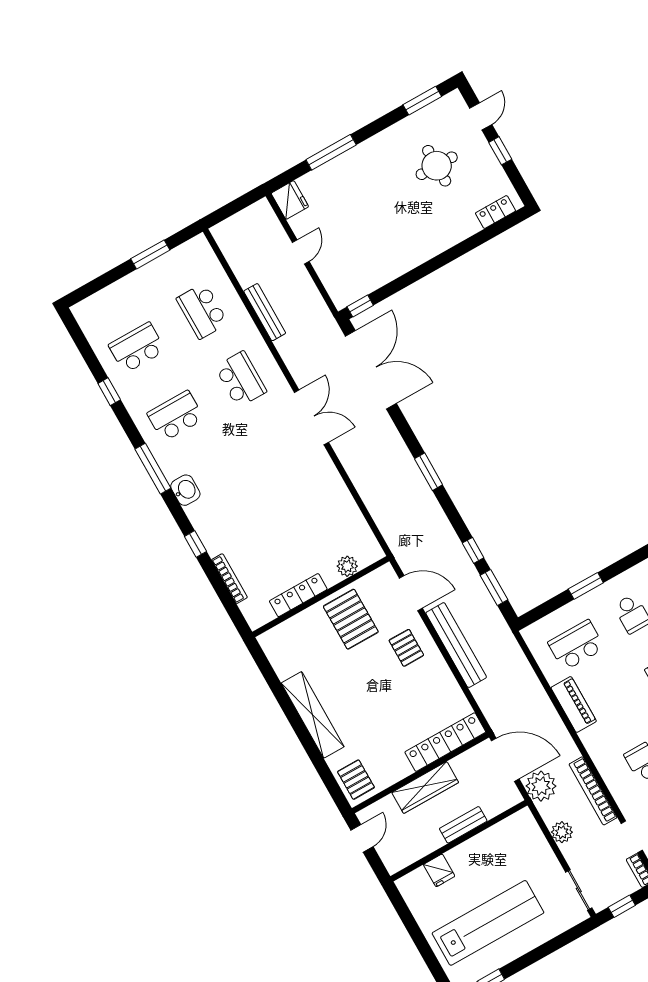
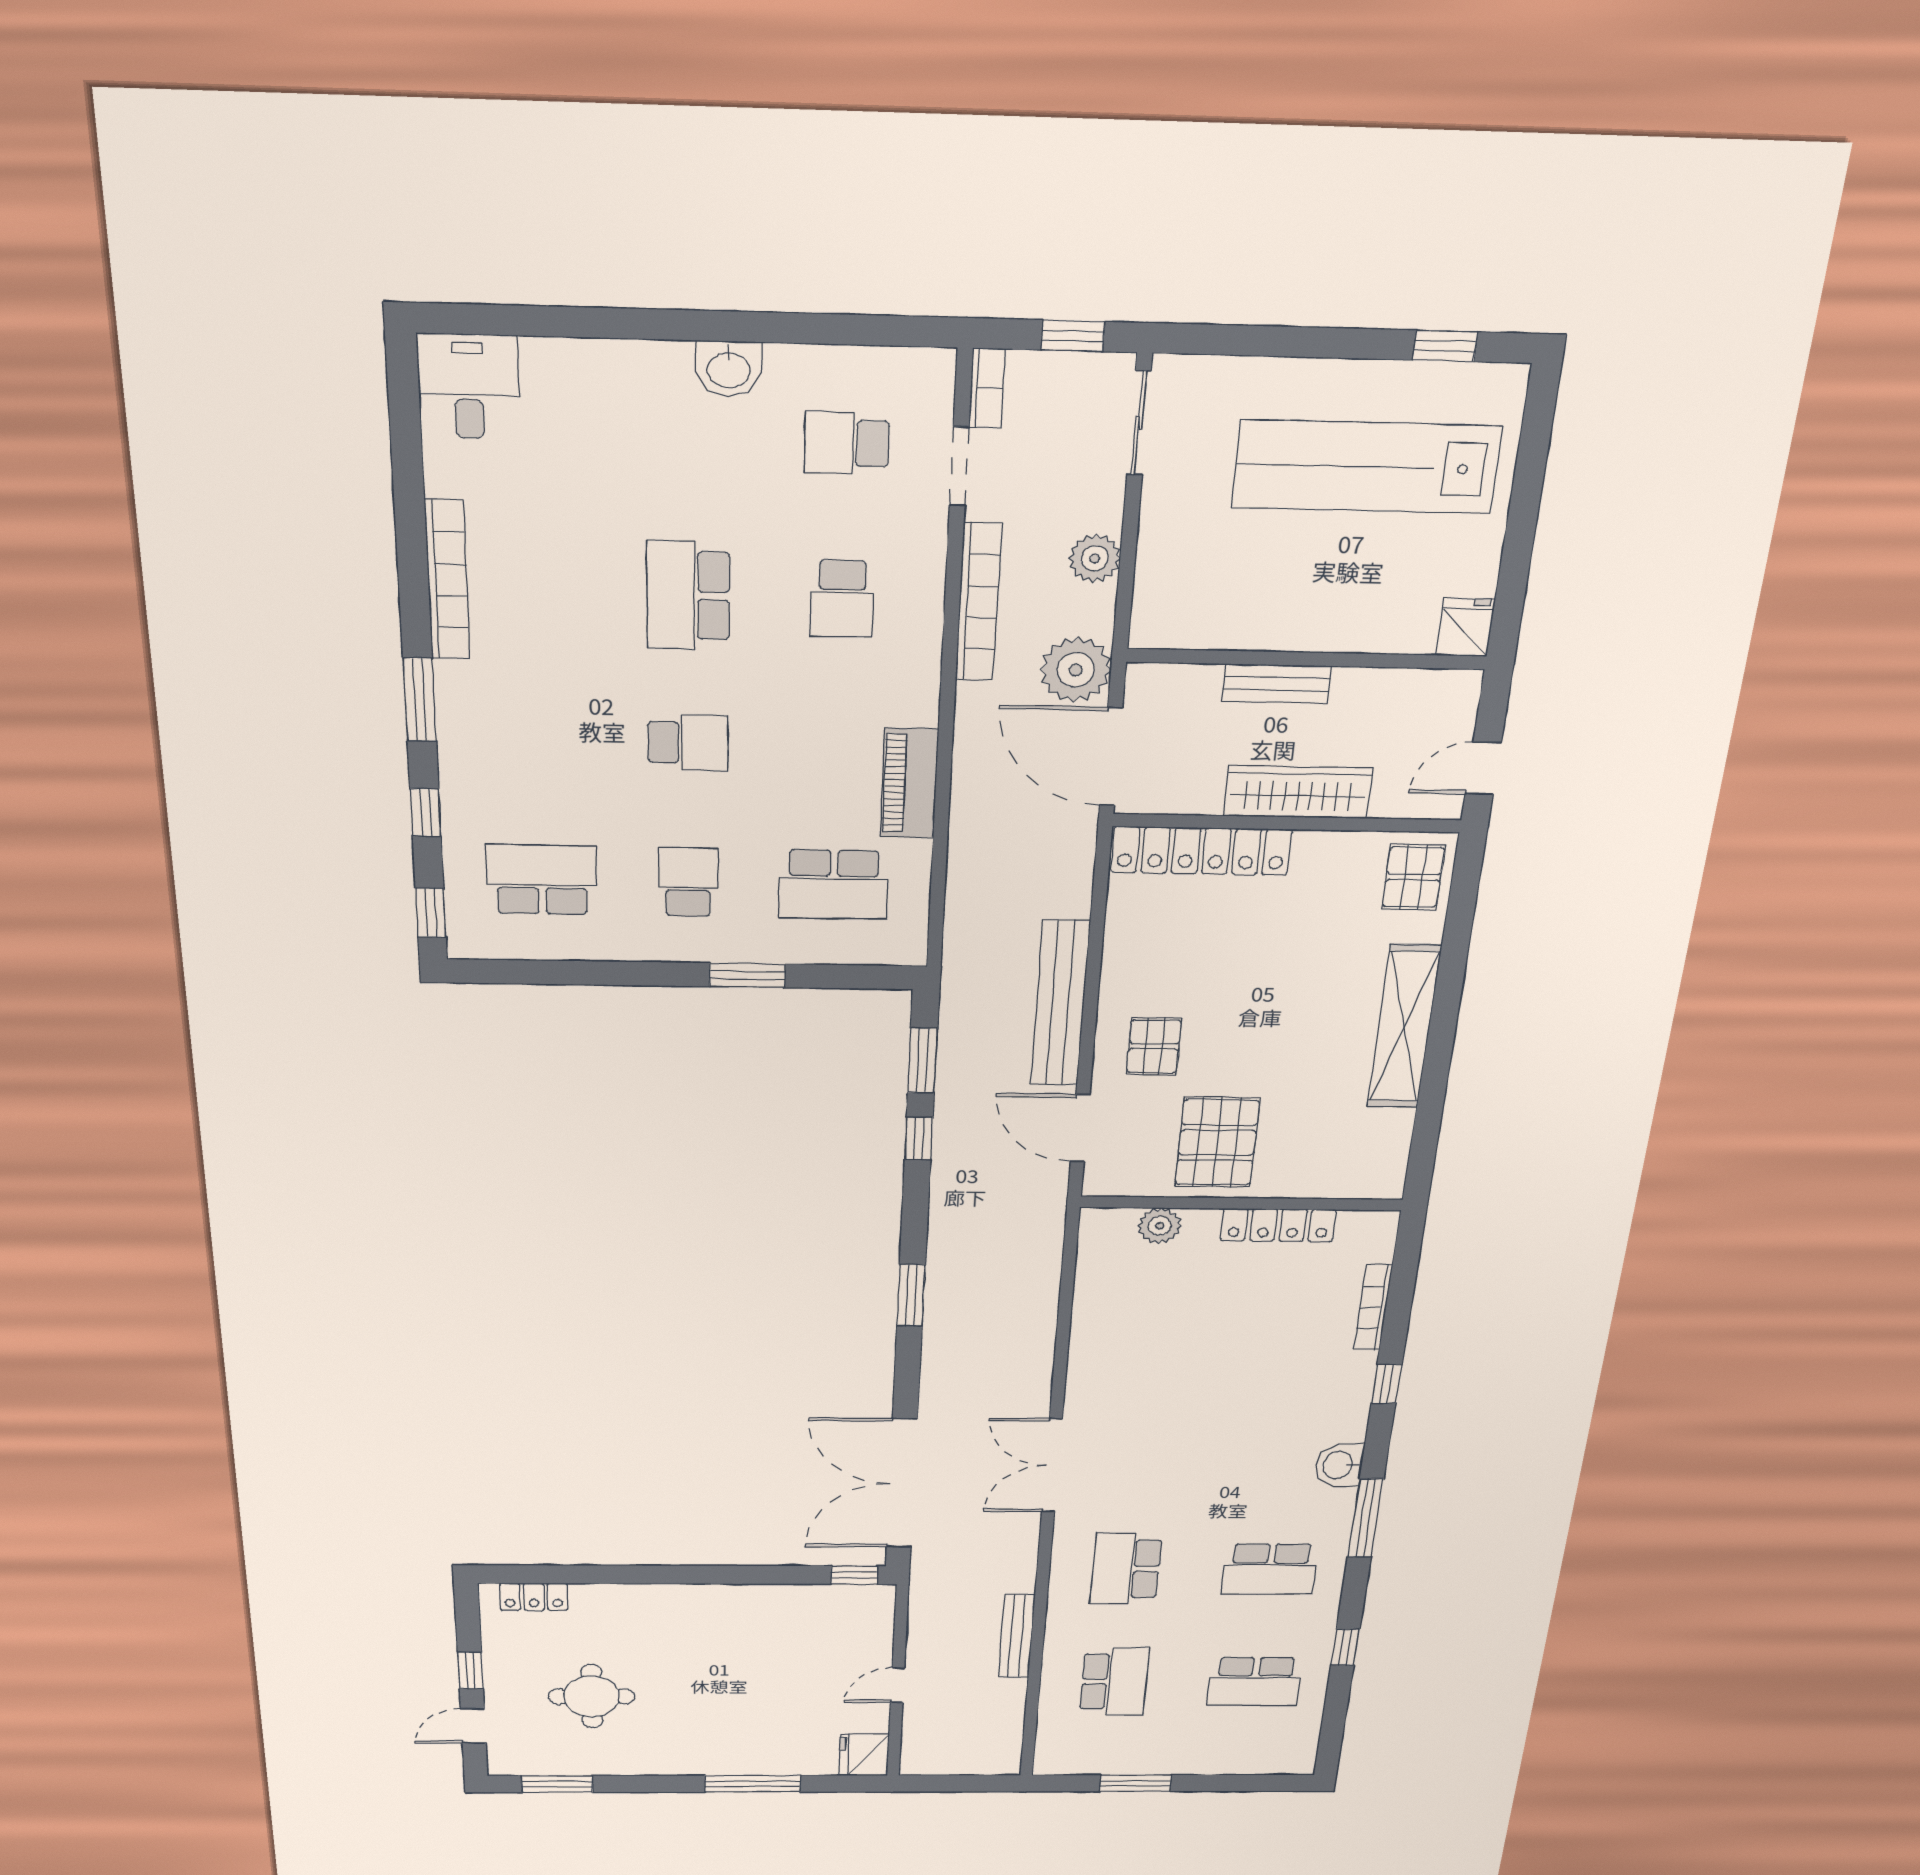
fridge: (439, 870) -> (1466, 627), moved

